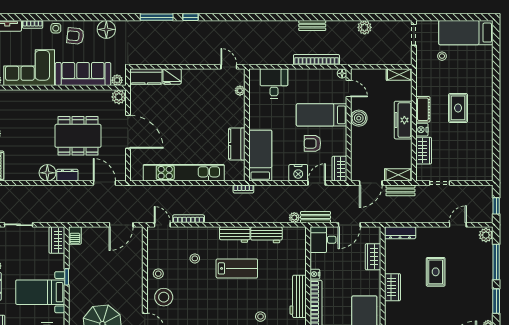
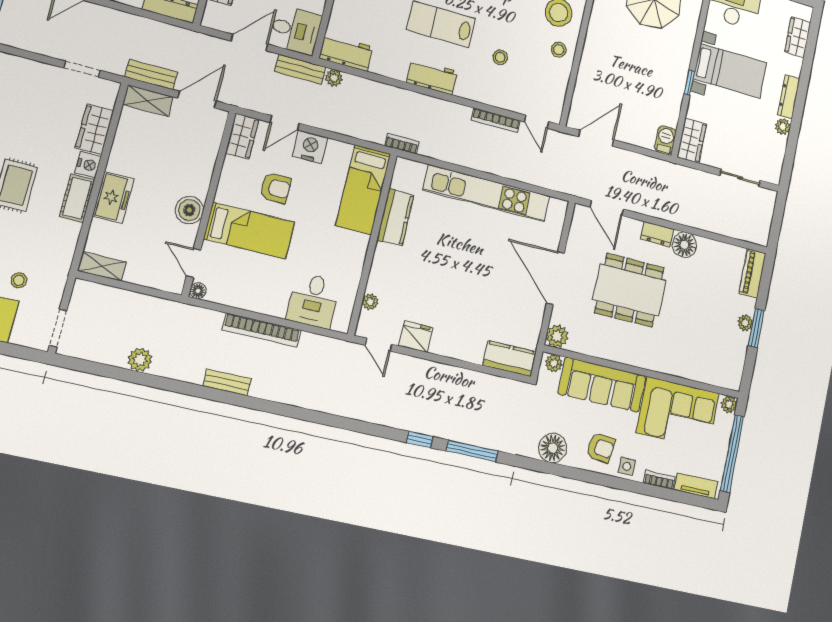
bookcase: (316, 60) -> (262, 330), moved
fridge: (172, 76) -> (416, 337), moved
freezer: (403, 120) -> (113, 197), width x0.71
workbench: (266, 235) -> (346, 53), moved

